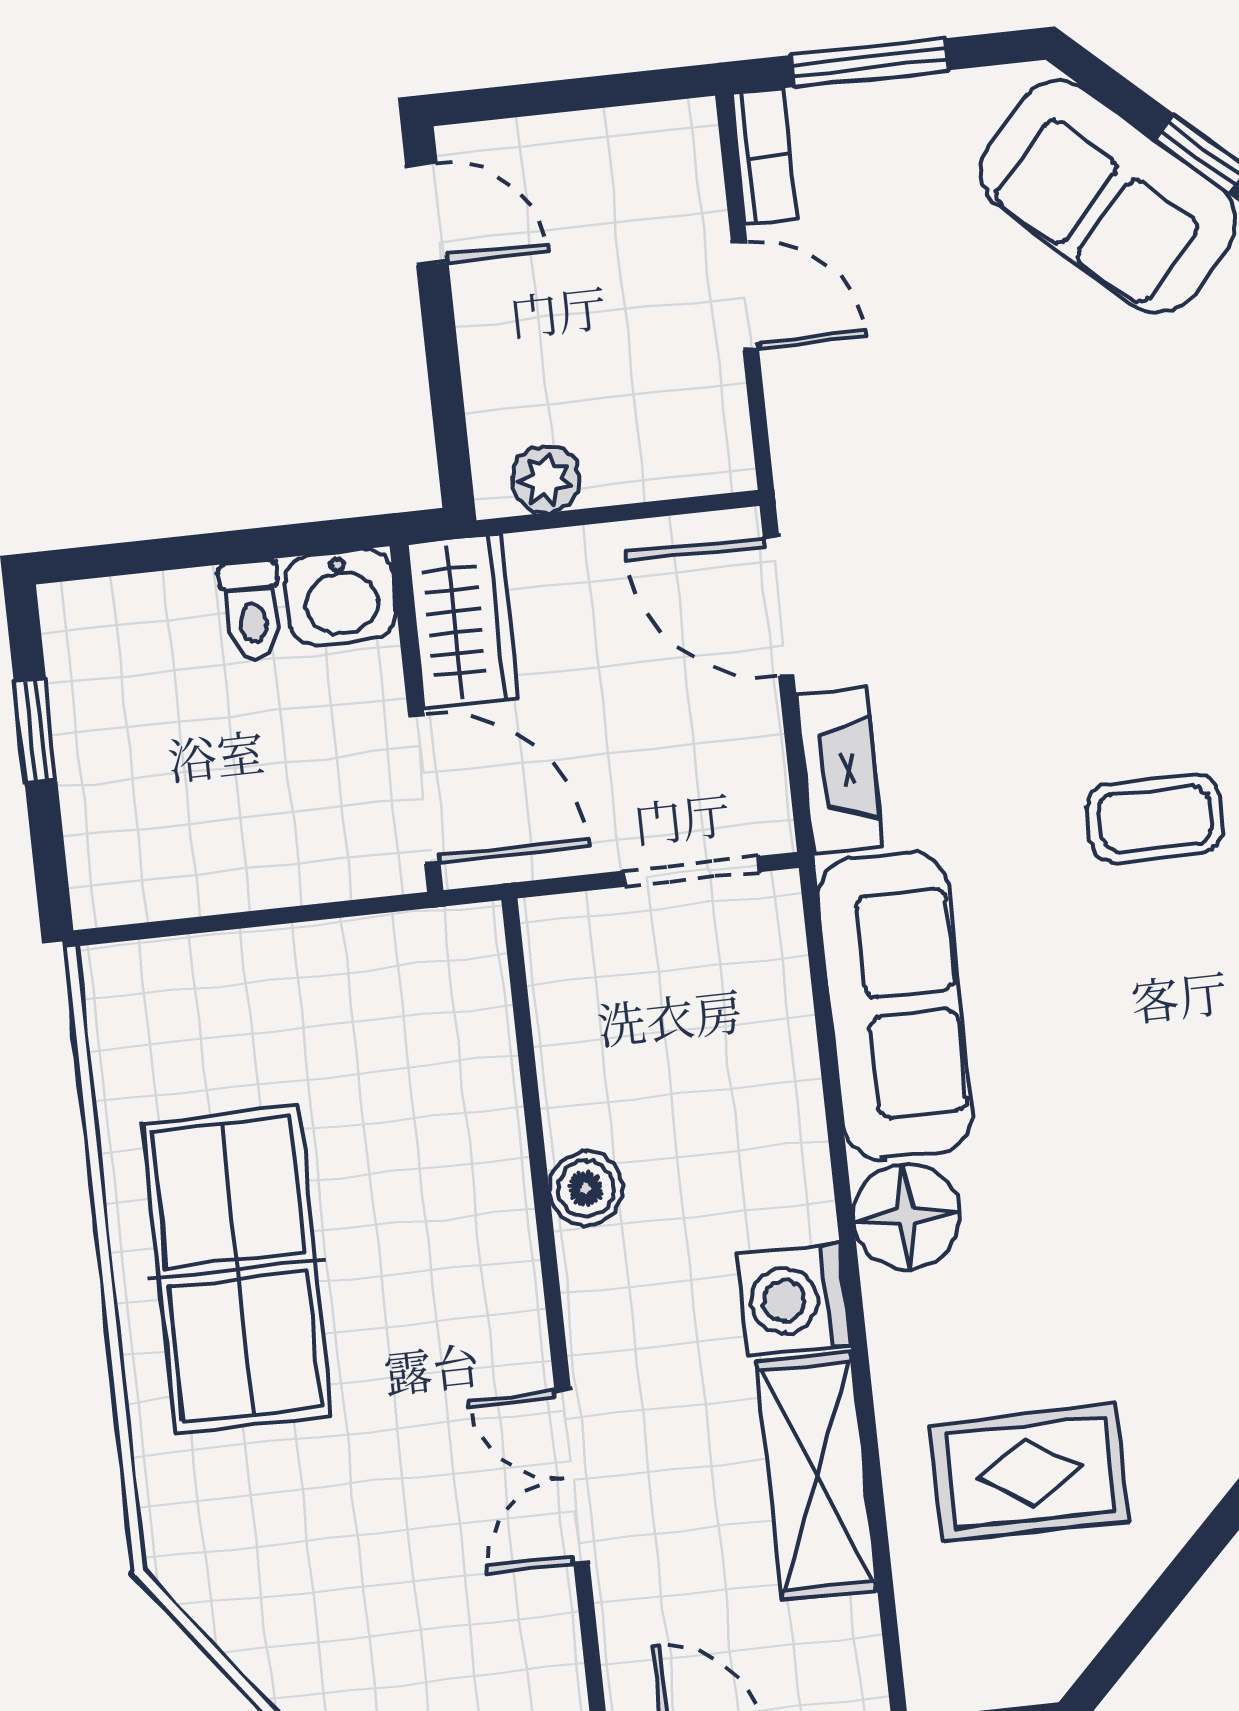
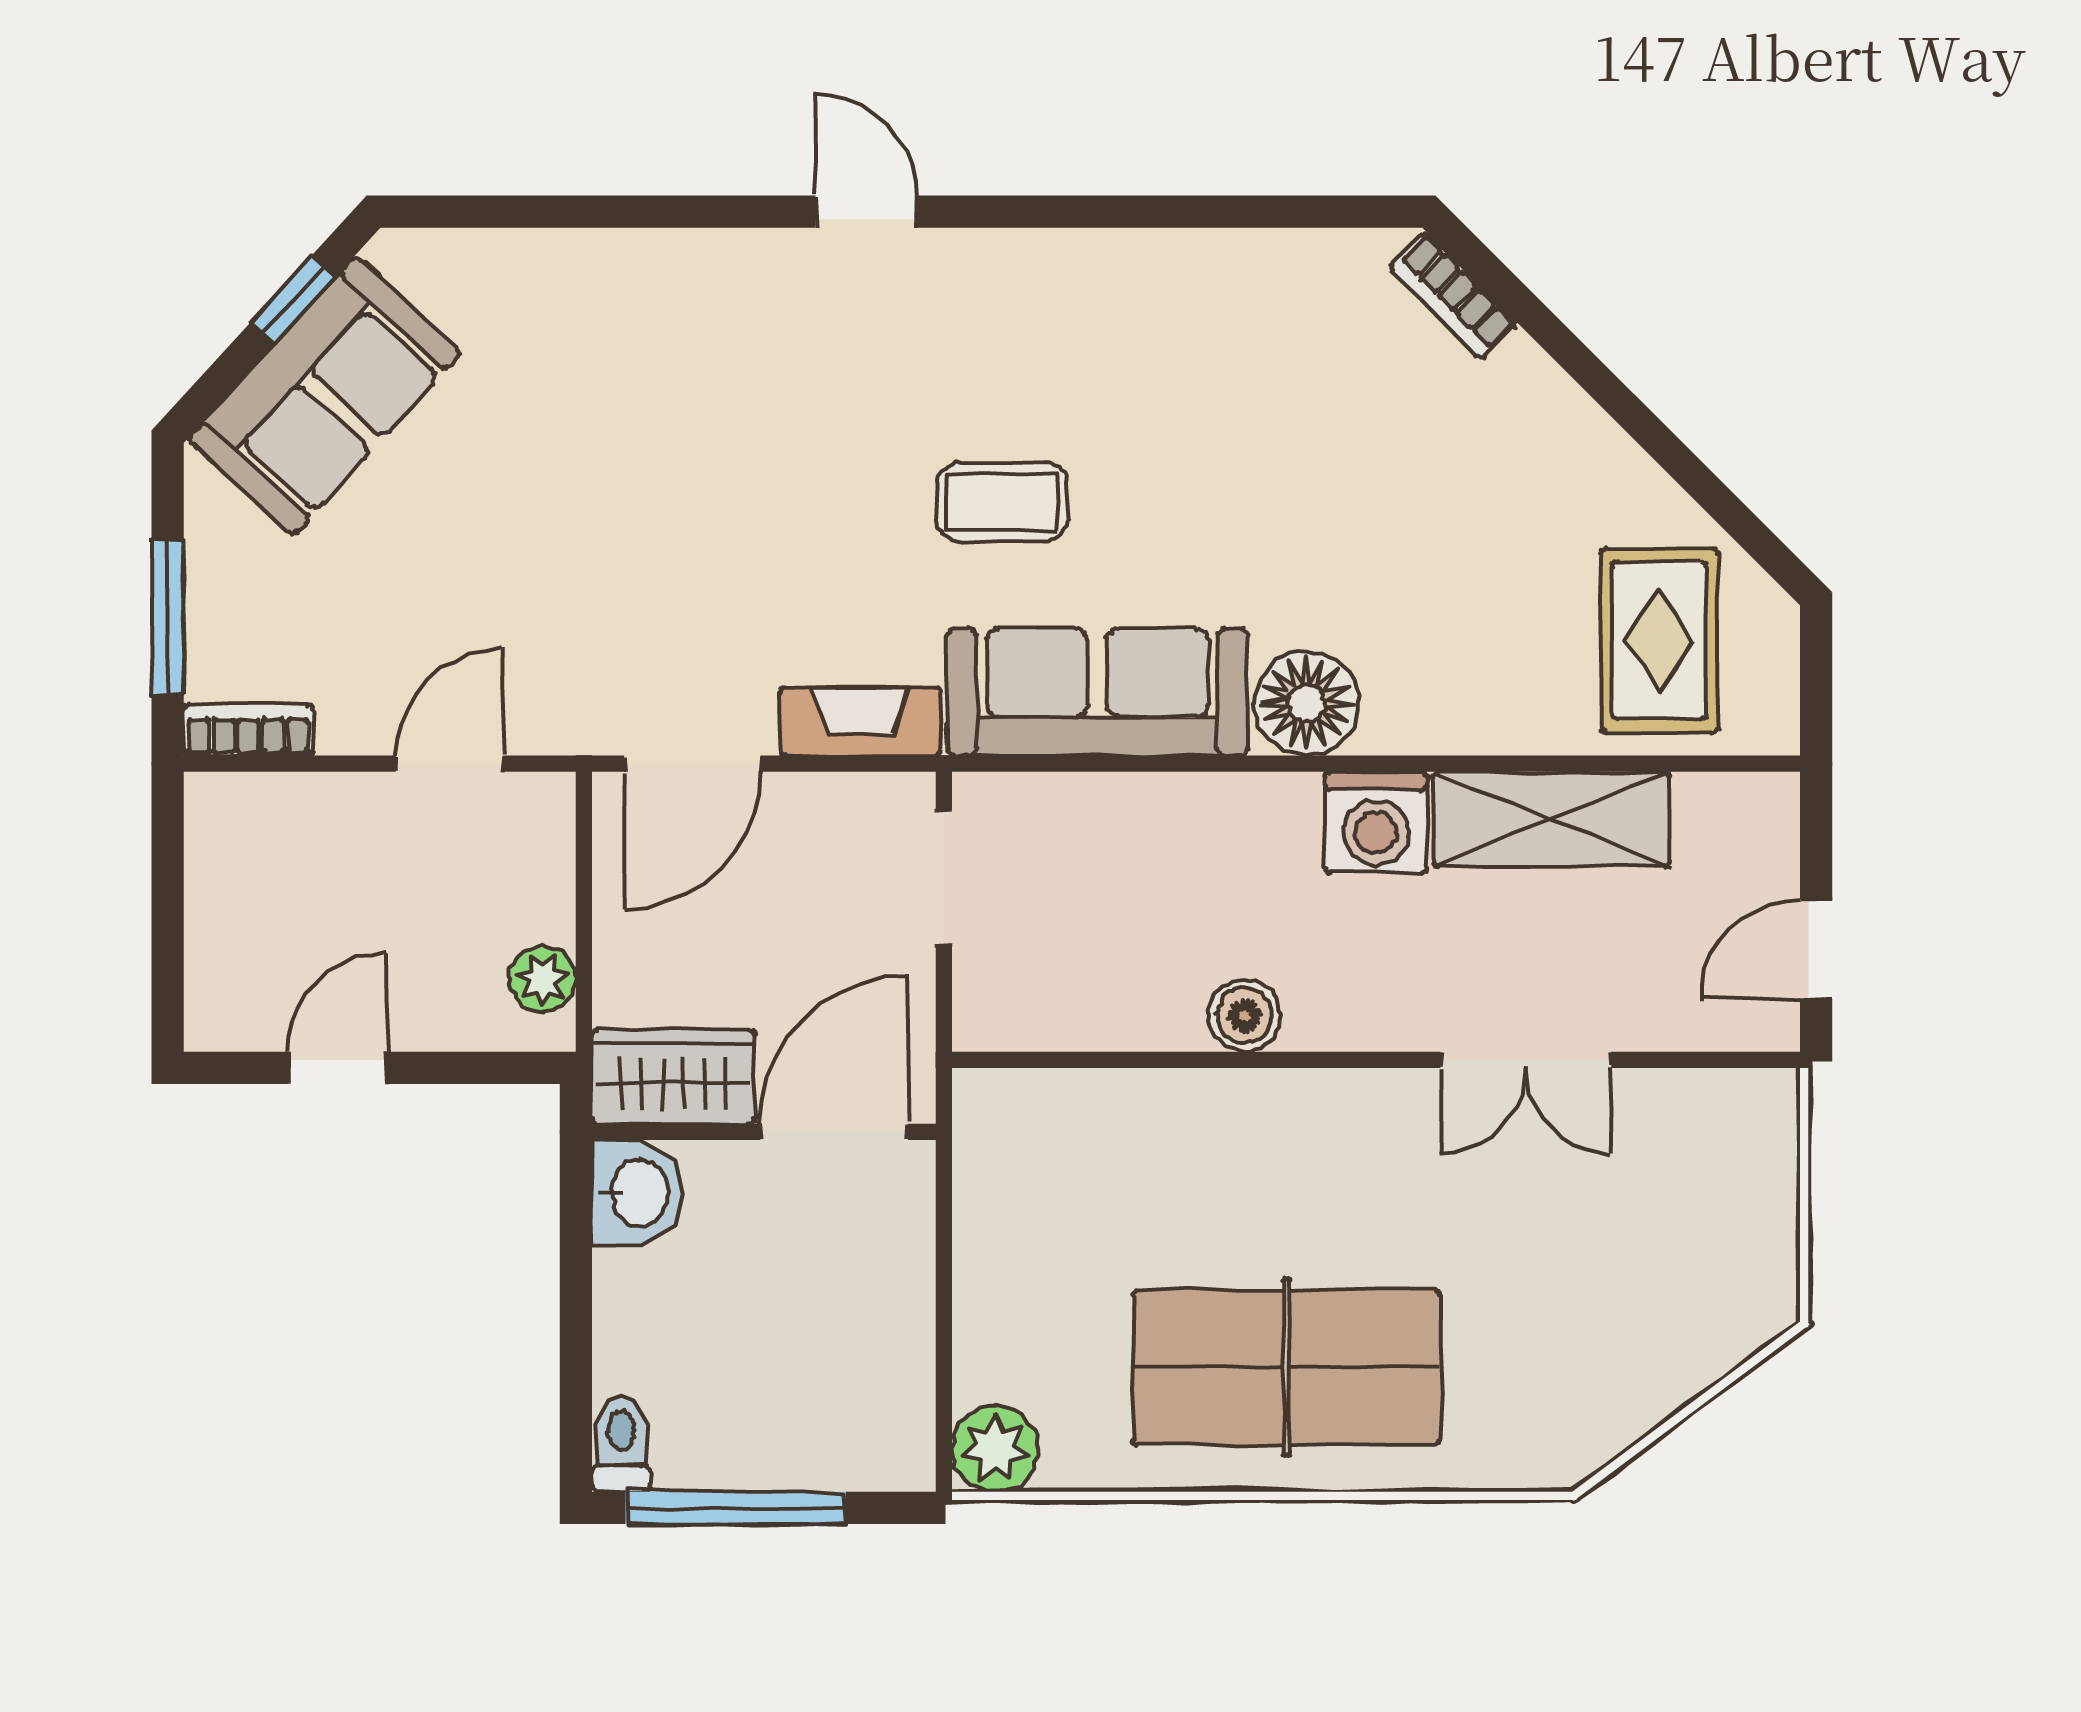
door: (427, 214) -> (337, 1068), moved
door: (745, 296) -> (449, 764), moved
toilet: (252, 610) -> (621, 1444), moved, turned -90
window: (35, 731) -> (736, 1508), width x2.17
coffee table: (1155, 818) -> (1002, 502), moved, turned 90
plant: (123, 985) -> (995, 1449), added
rug: (1030, 1472) -> (1659, 641), moved

